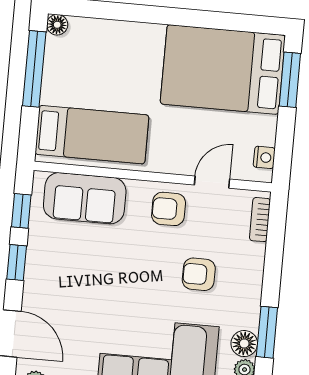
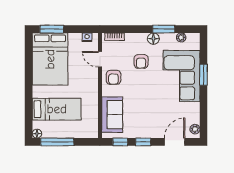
bed: (92, 135) -> (57, 109), moved, turned 90
floor lamp: (244, 344) -> (153, 39), moved

